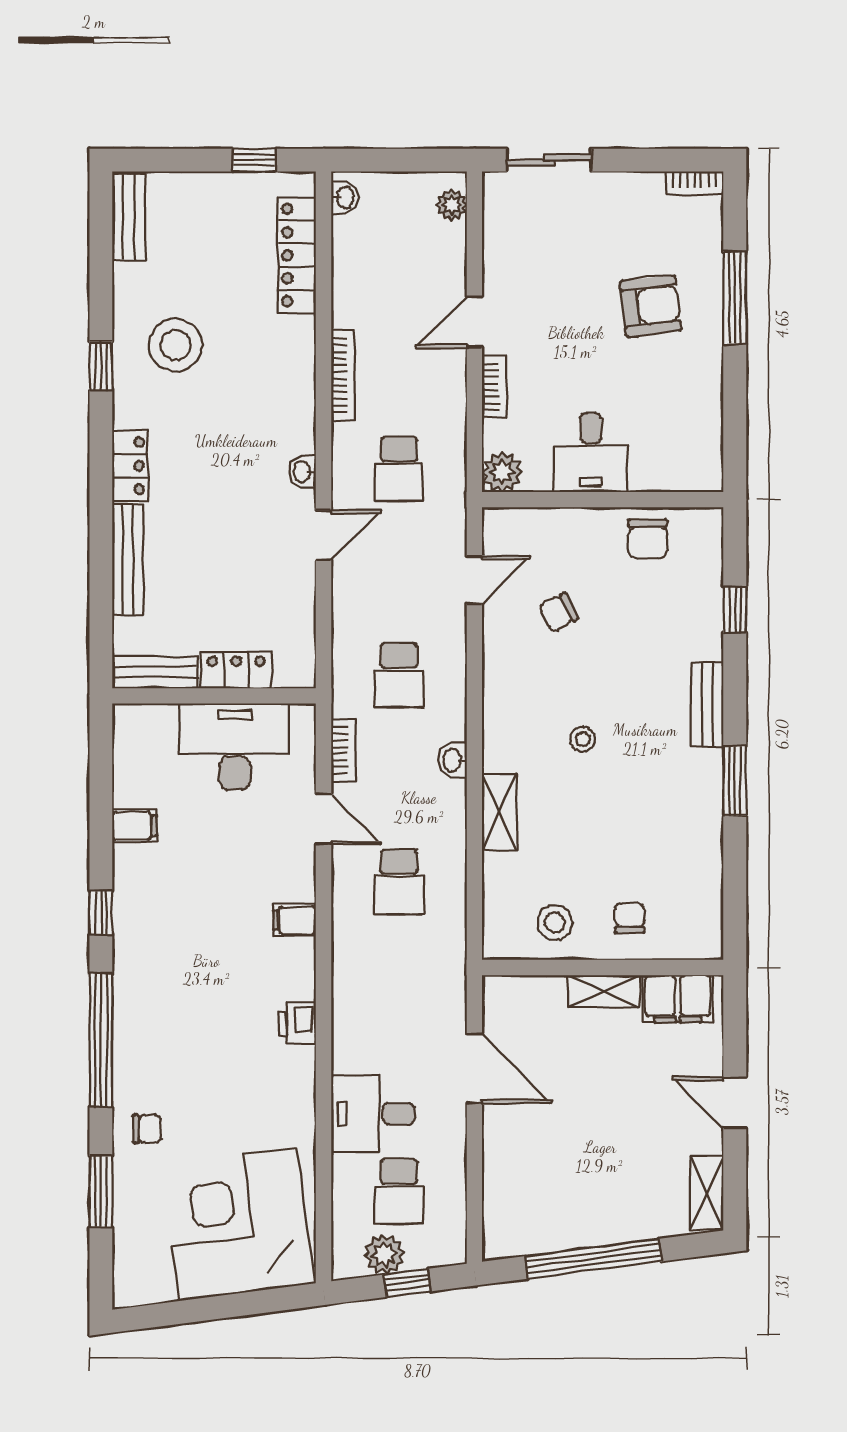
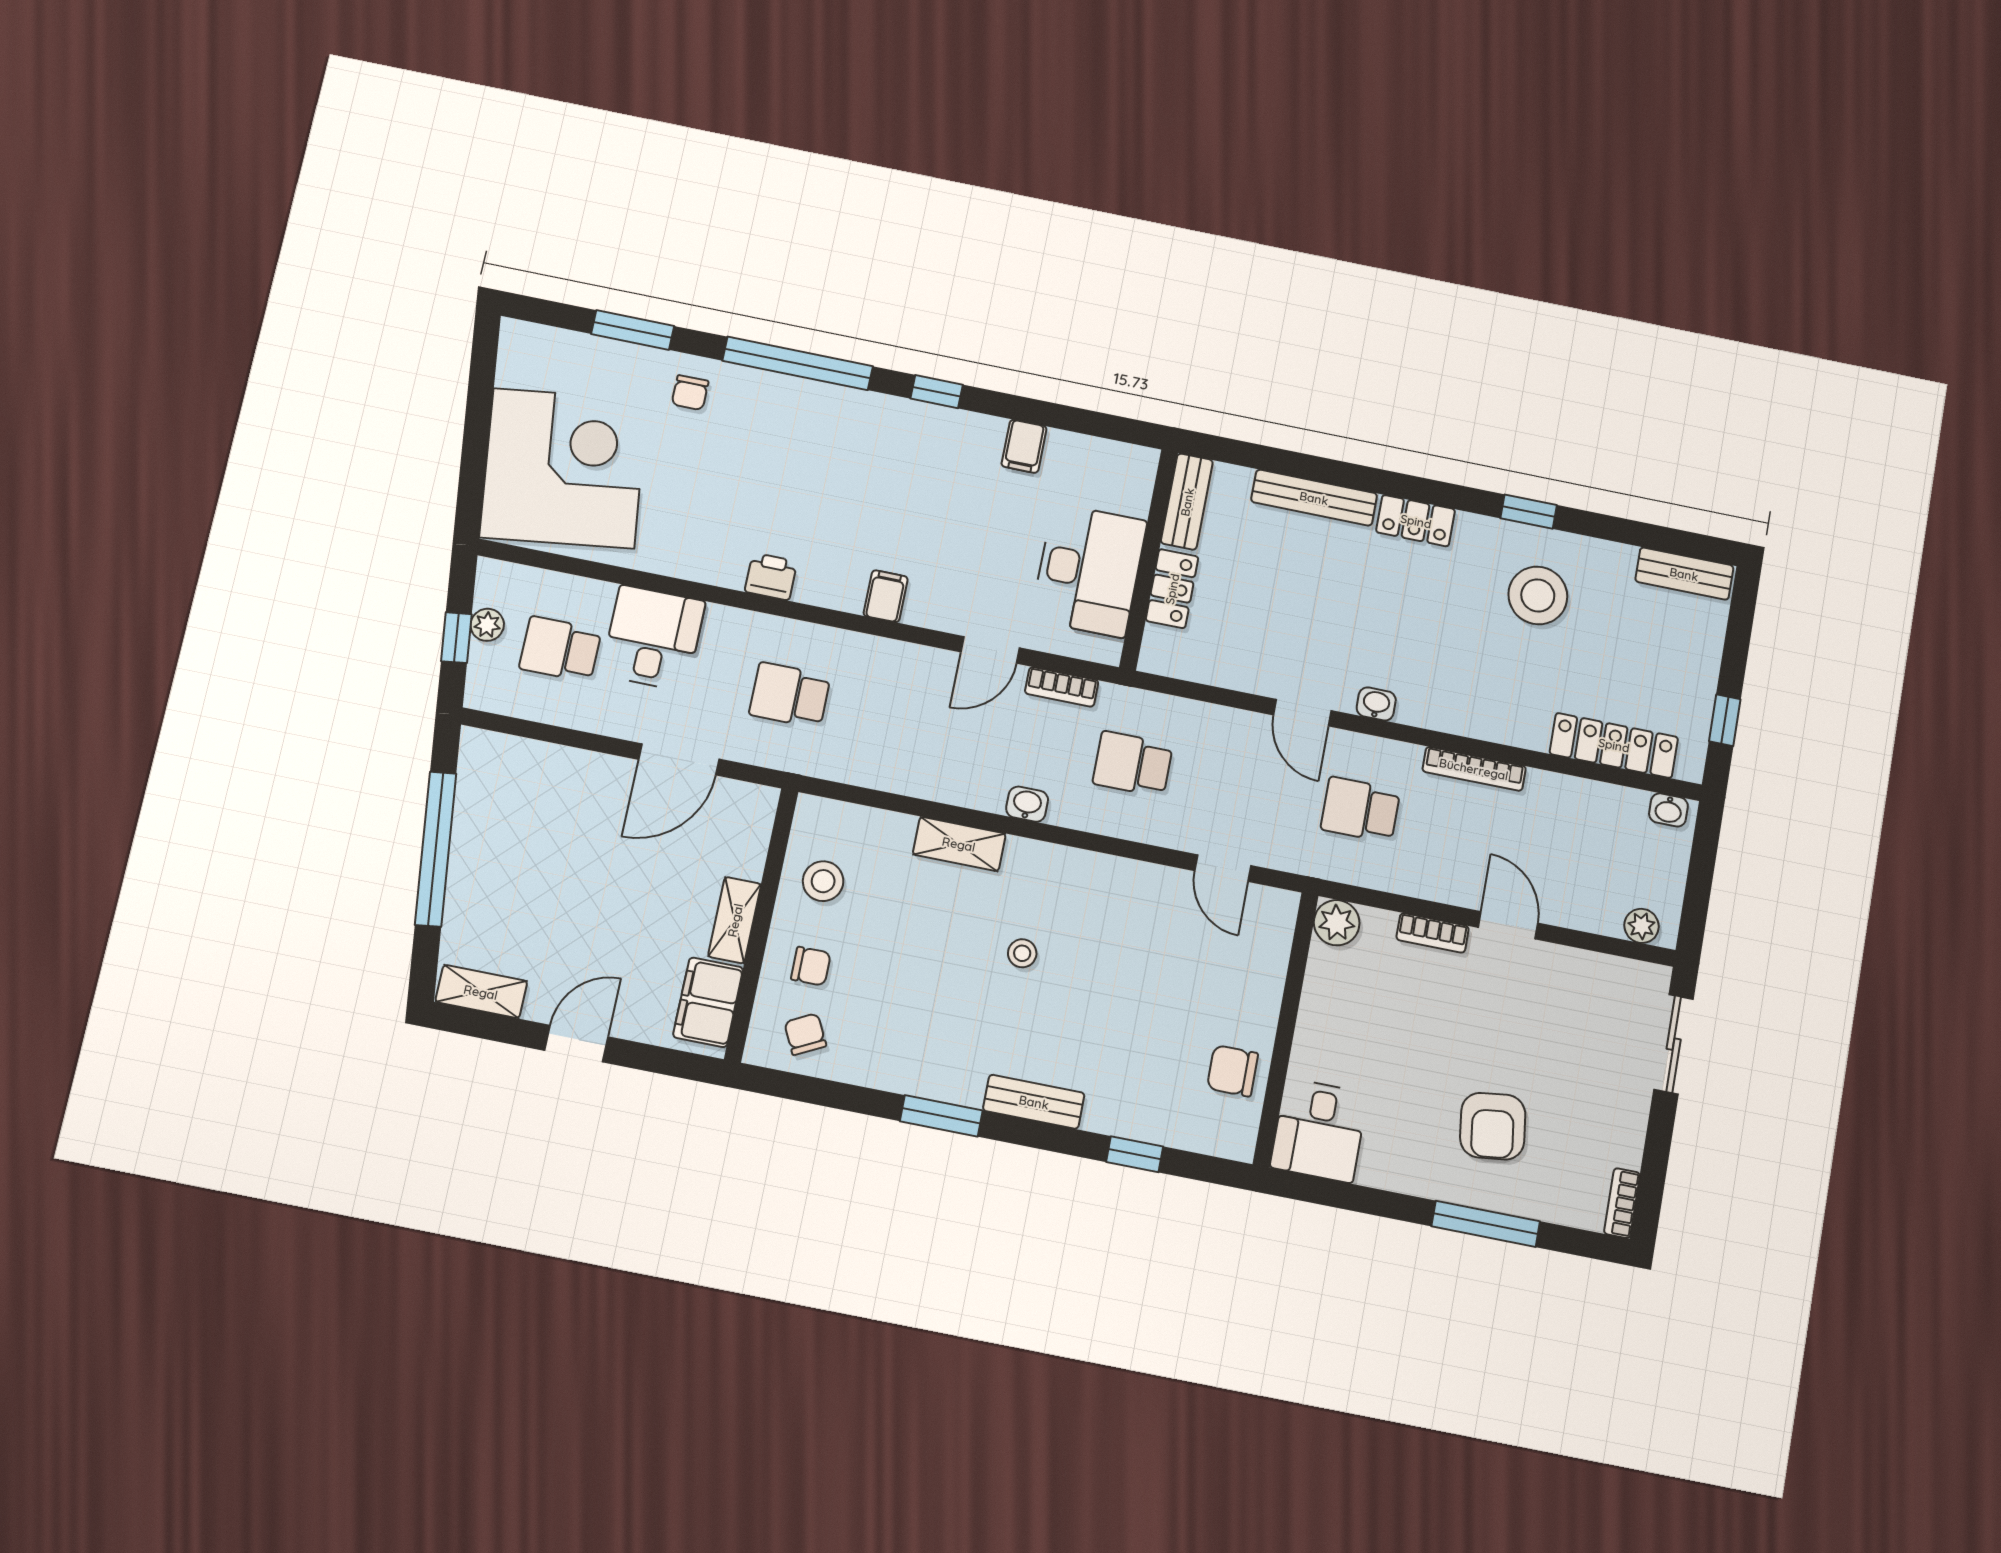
desk: (591, 452) -> (1319, 1130), moved, turned -90
chair: (558, 612) -> (805, 1034), moved
school desk: (399, 882) -> (790, 695), moved
plant: (384, 1254) -> (487, 625), width x0.73, depth x0.73

